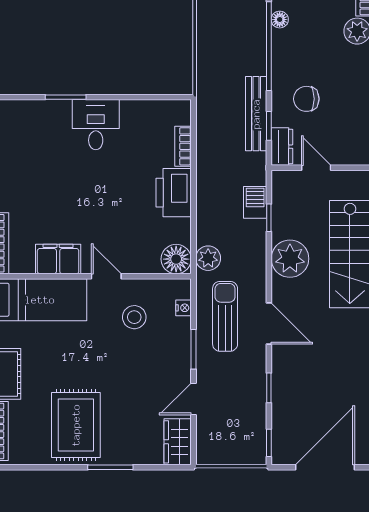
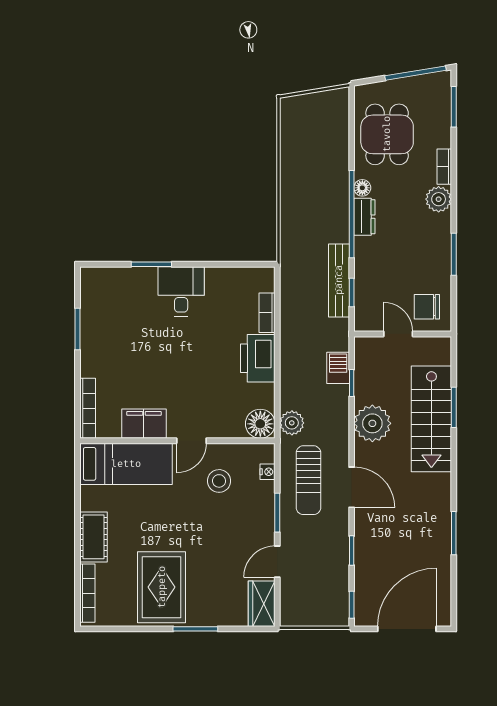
chair: (306, 99) -> (427, 307), moved
dresser: (282, 147) -> (364, 217), moved
door: (106, 276) -> (191, 441), swing flipped
sun lounger: (225, 316) -> (308, 480), turned 180

